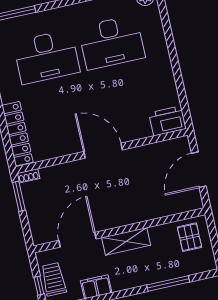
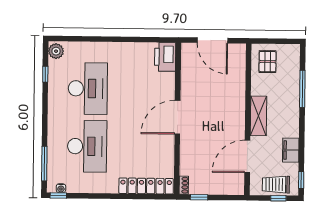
window: (19, 196) -> (199, 197), width x0.67
pallet: (190, 237) -> (268, 62), turned 90
door: (78, 240) -> (247, 156), hinge flipped

